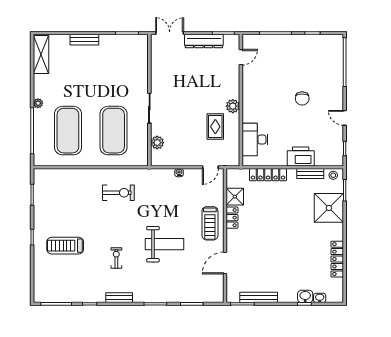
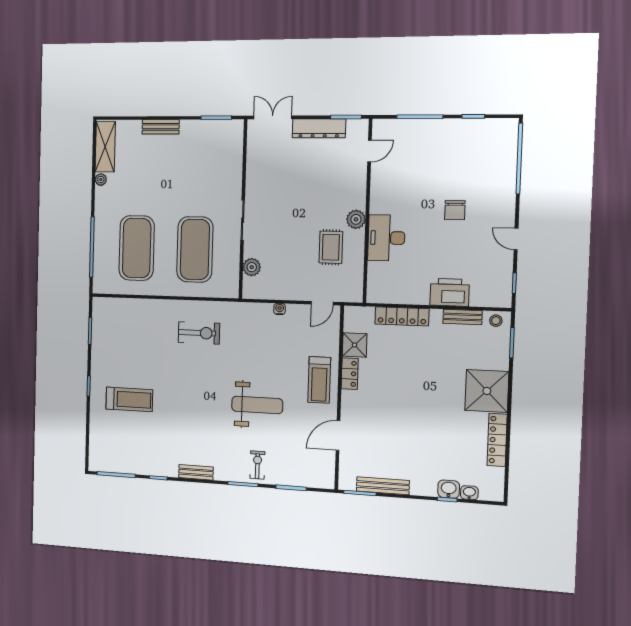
plant: (38, 103) -> (101, 180), moved
desk: (255, 140) -> (386, 238), moved
shower: (329, 208) -> (487, 391), moved
treadmill: (65, 246) -> (129, 399), turned 180
exercise bike: (116, 258) -> (257, 465), moved

